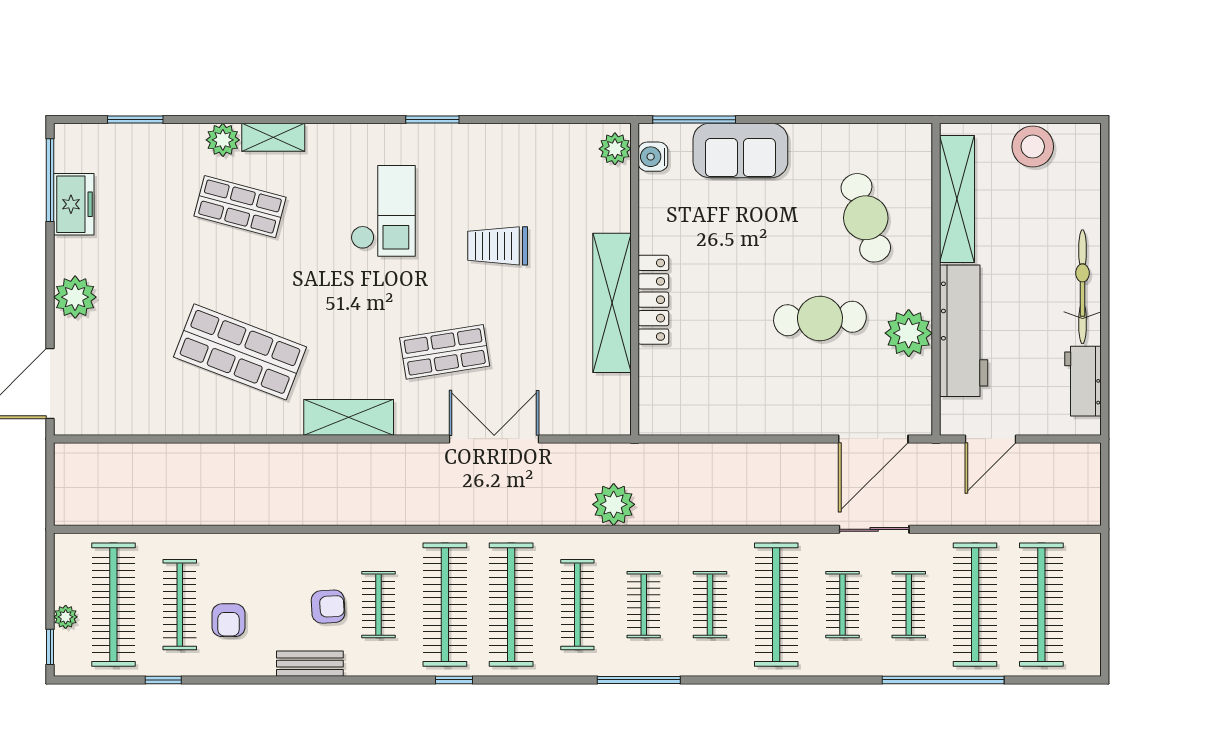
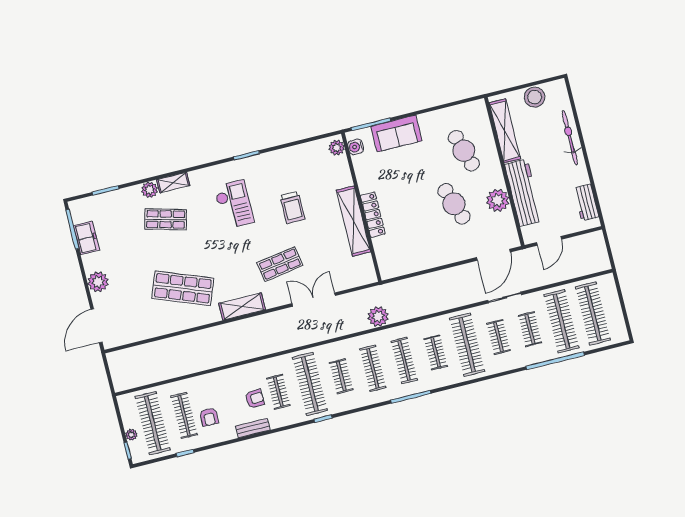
trolley: (498, 246) -> (292, 208), turned -90
bicycle: (1083, 287) -> (570, 138), moved
cafe table: (820, 318) -> (454, 204), turned 74
clothes rail: (511, 605) -> (341, 376), width x0.54, depth x0.76
clothes rail: (644, 605) -> (404, 360), width x1.36

